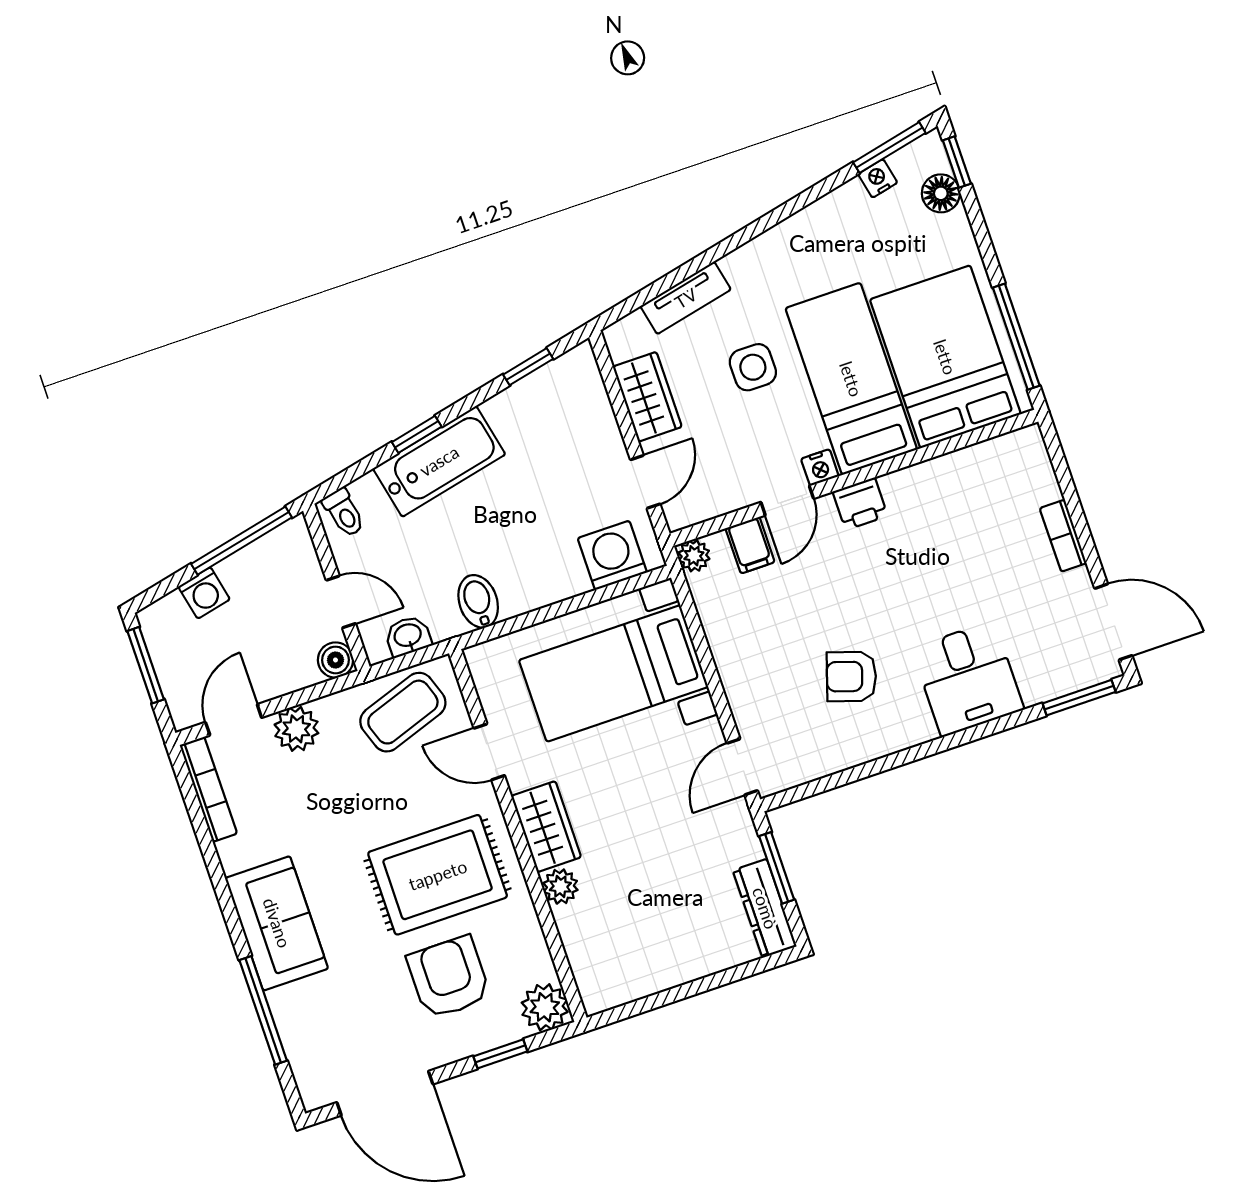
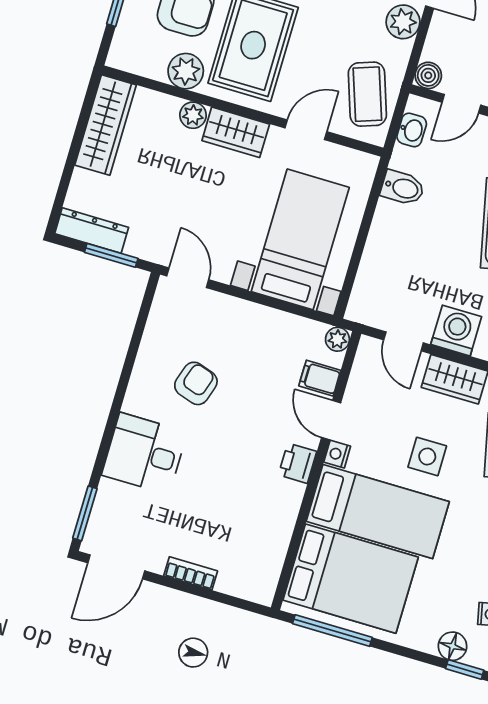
washing machine: (612, 555) -> (456, 331), moved, turned -90
wardrobe: (638, 974) -> (106, 125), added
plant: (545, 1007) -> (186, 71), moved

